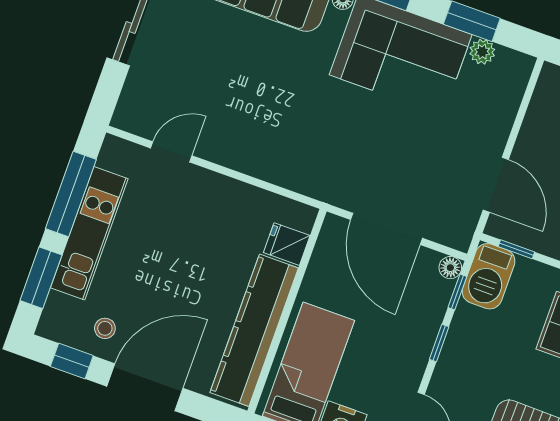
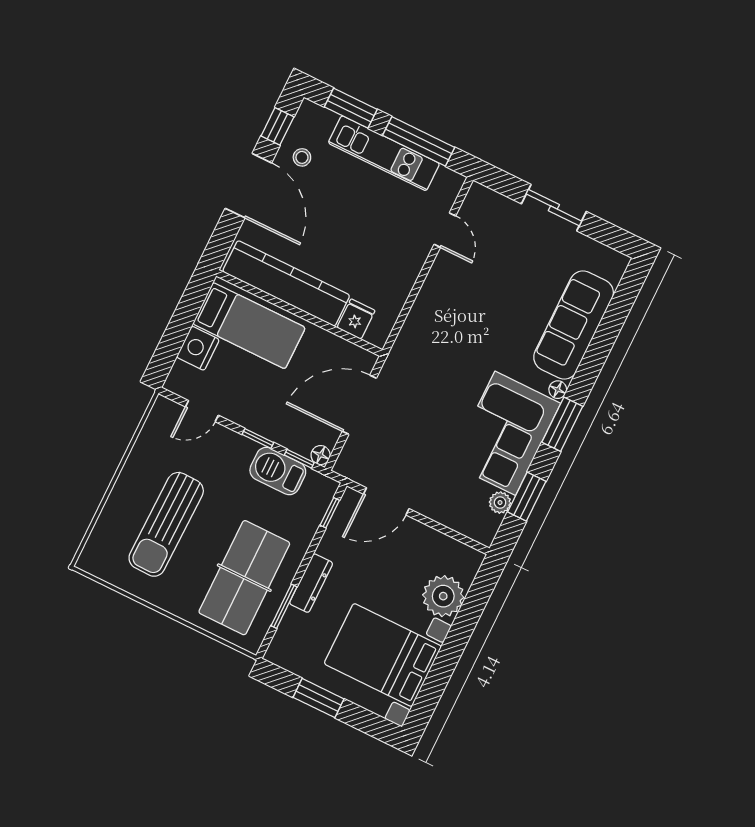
barbecue: (489, 276) -> (278, 471), moved

